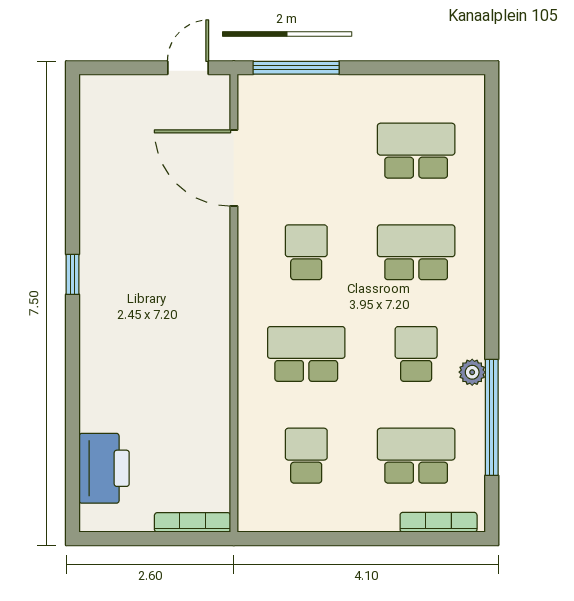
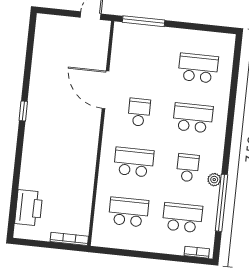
door: (234, 168) -> (105, 90), moved
school desk: (306, 456) -> (129, 212), width x1.85
bookcase: (439, 522) -> (197, 252), width x0.64

